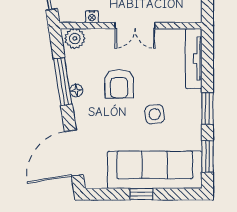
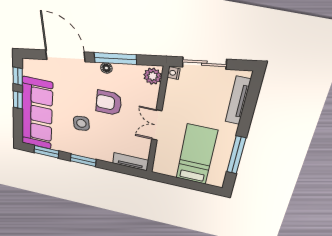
nightstand: (92, 17) -> (174, 73), moved
tv unit: (194, 59) -> (131, 162), width x0.71
door: (74, 153) -> (65, 56), moved
window: (109, 194) -> (18, 76), added

